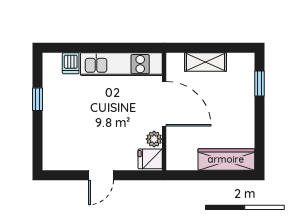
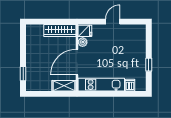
shelving: (205, 62) -> (64, 86), moved
door: (164, 104) -> (77, 62), hinge flipped
wardrobe: (226, 159) -> (60, 31), moved

